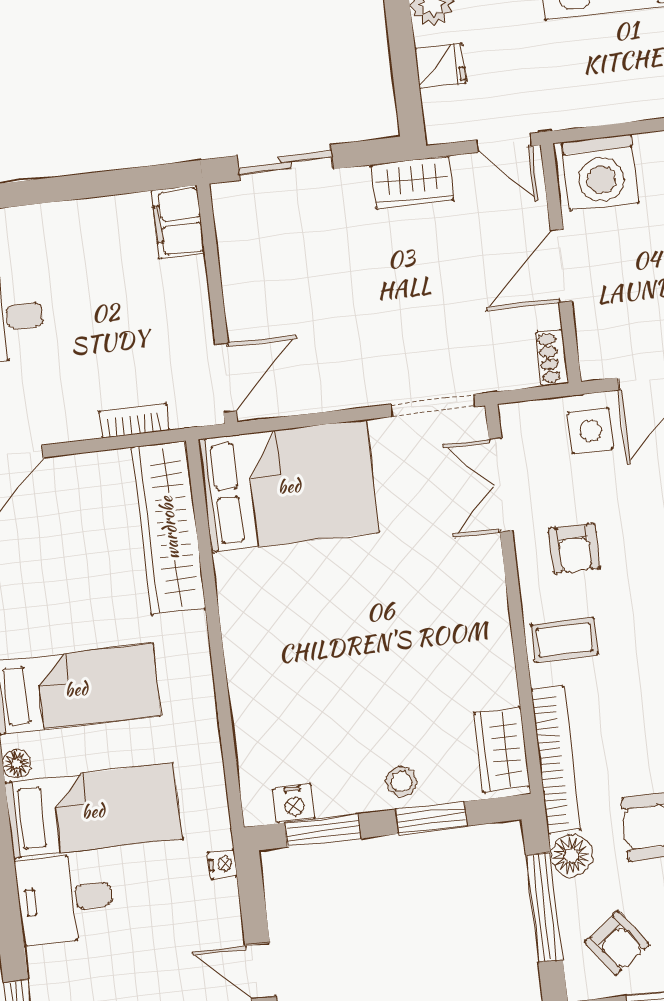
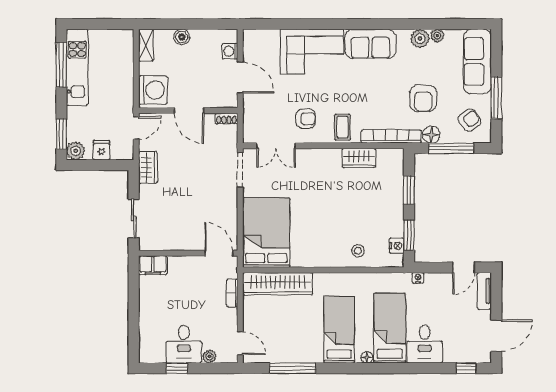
side table: (591, 431) -> (258, 106), removed
wardrobe: (502, 750) -> (359, 158), moved
stool: (401, 781) -> (358, 251), moved

